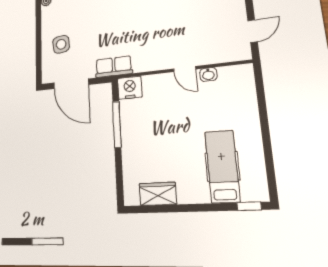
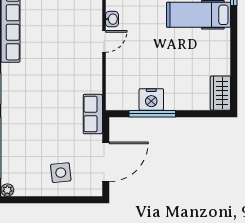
nightstand: (130, 88) -> (151, 99), moved, turned -90
wardrobe: (158, 194) -> (220, 93), moved

